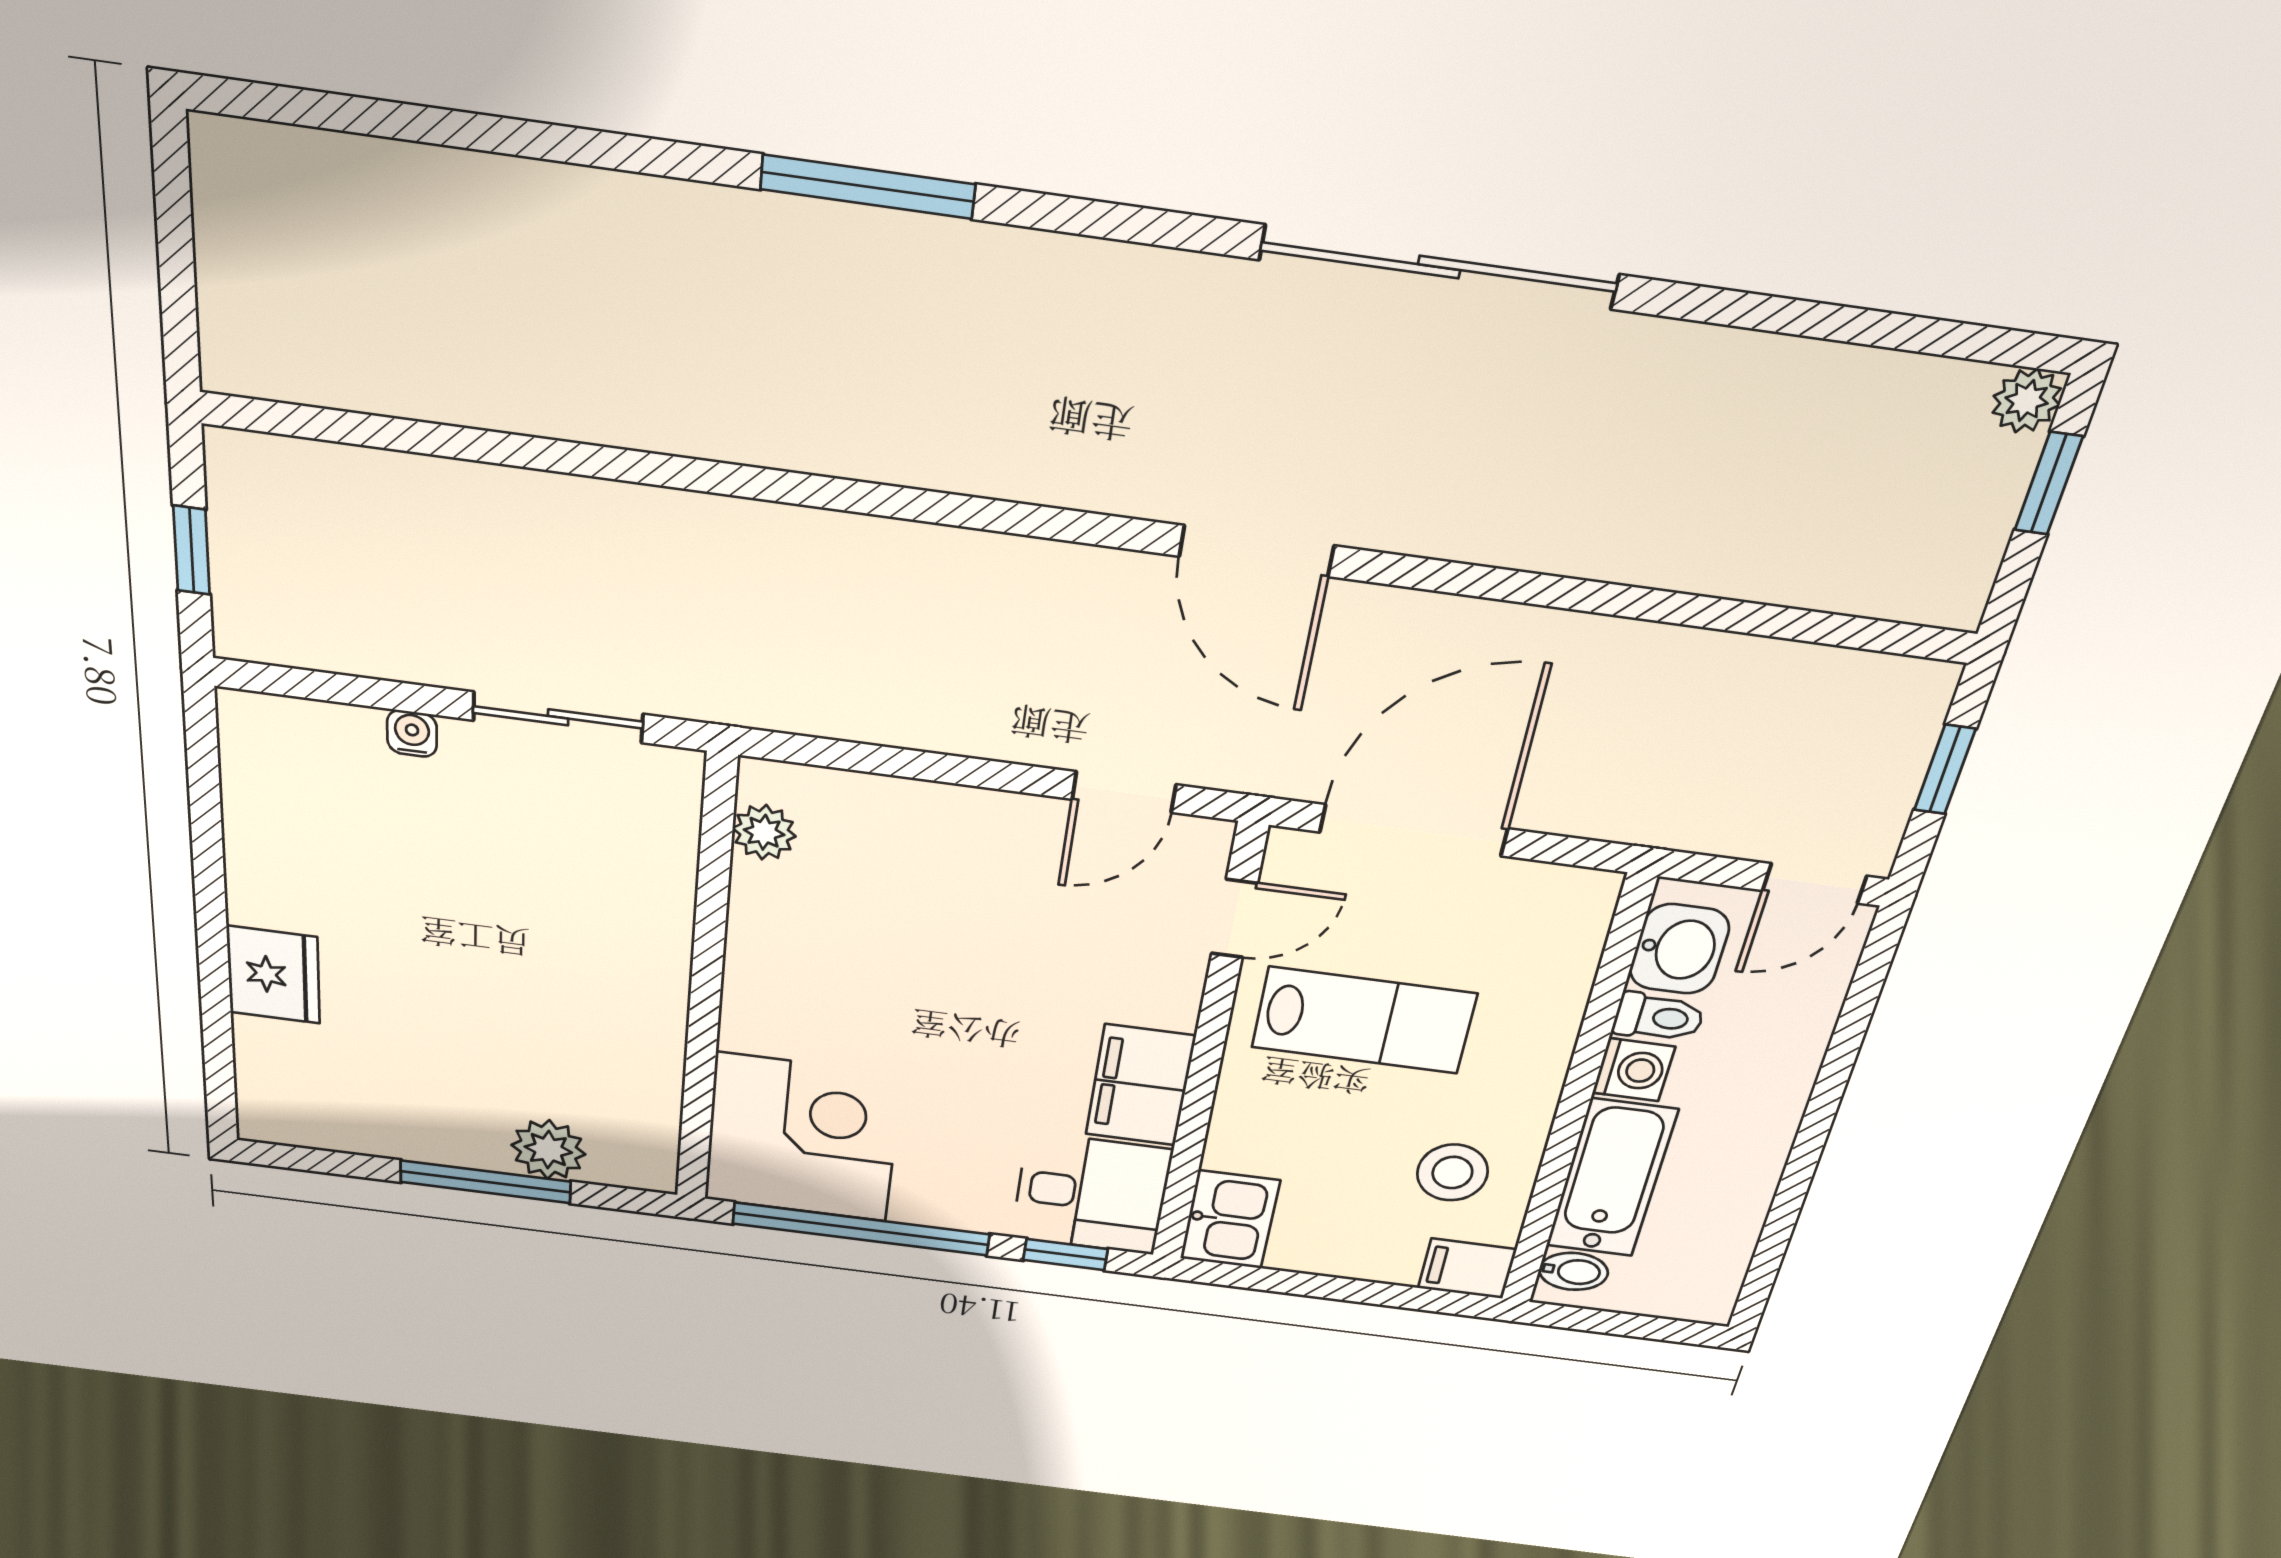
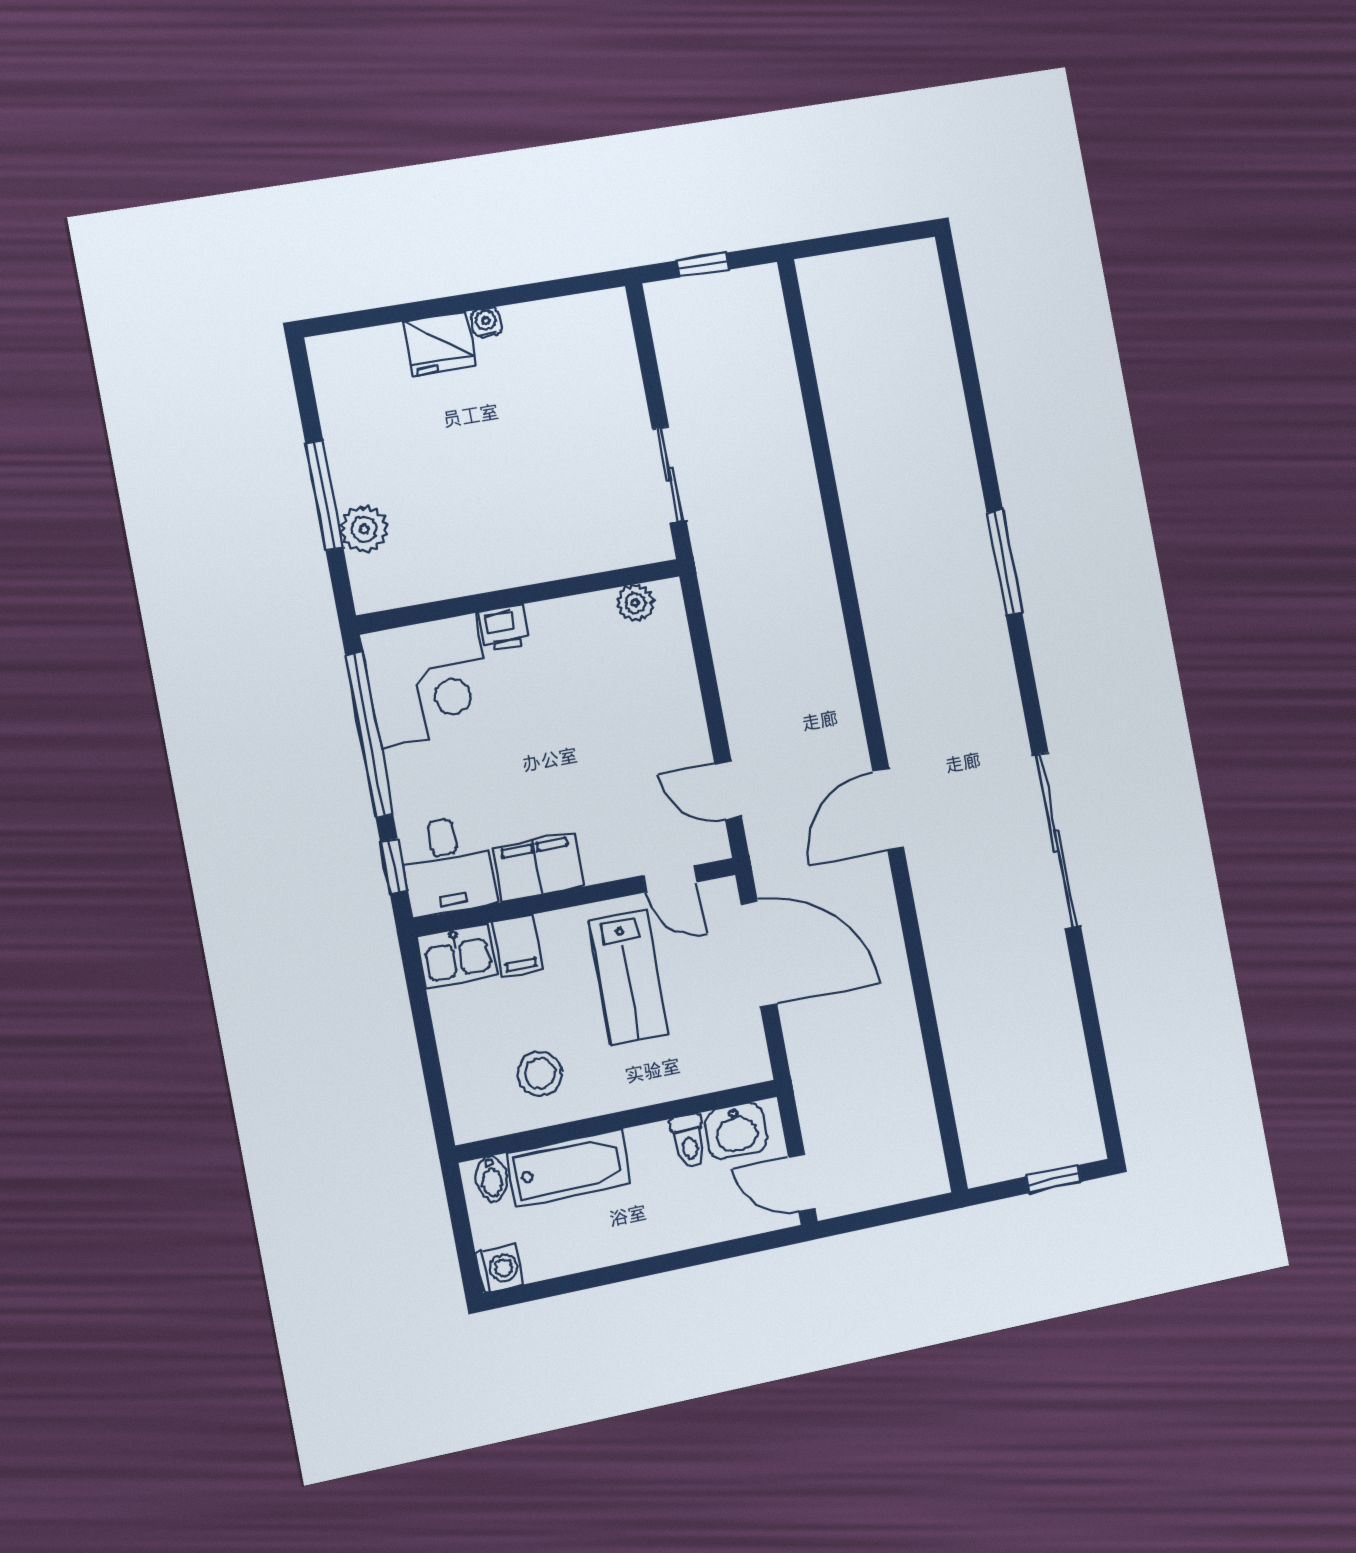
plant: (2027, 401) -> (1088, 1146), removed
water cooler: (412, 733) -> (486, 323), moved, turned -90
window: (1945, 769) -> (890, 1214), removed
printer: (752, 1020) -> (505, 628), added
washing machine: (1634, 1070) -> (499, 1269), moved, turned -90
filing cabinet: (1467, 1269) -> (517, 946), moved, turned 180

